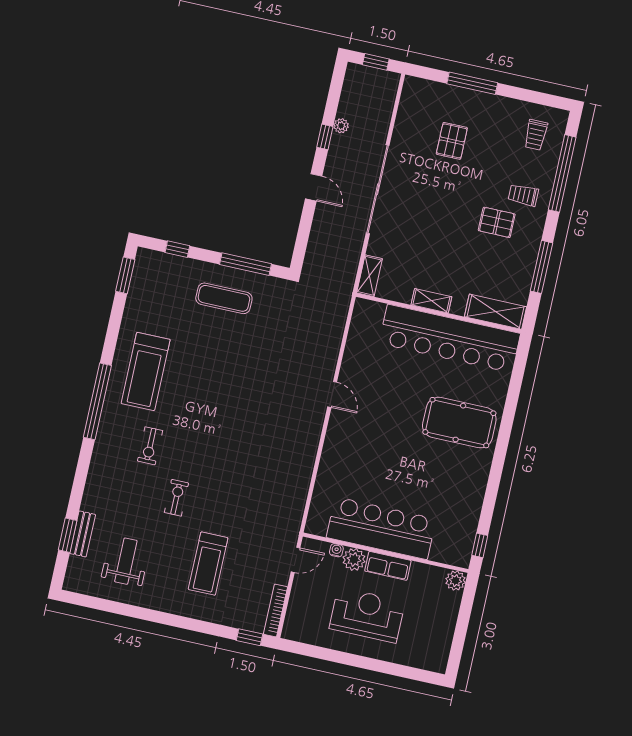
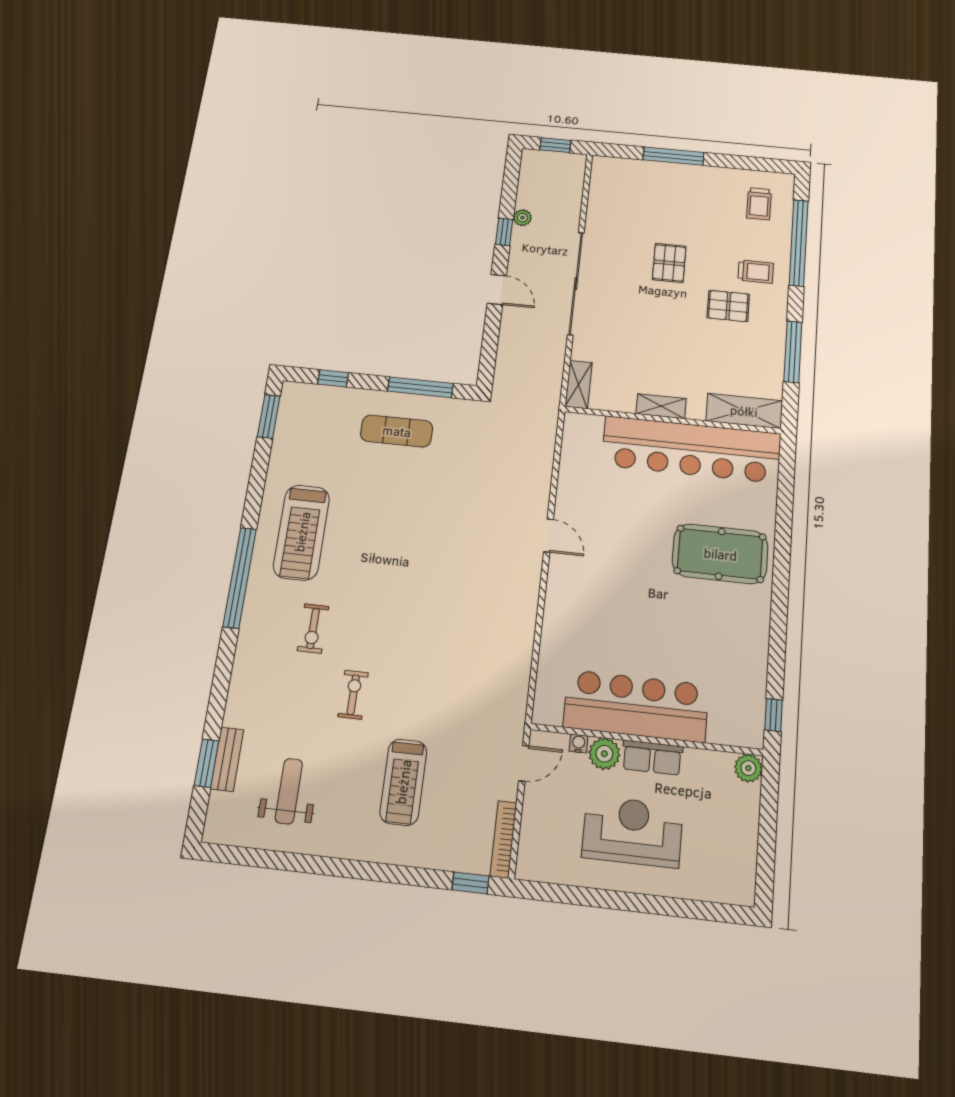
pallet: (452, 141) -> (669, 263), moved
trolley: (523, 195) -> (756, 272), turned 180

